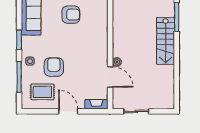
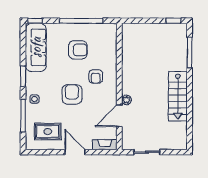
armchair: (88, 40) -> (96, 76), added
stairs: (166, 41) -> (178, 96), moved
armchair: (54, 67) -> (72, 94), moved
door: (110, 77) -> (119, 116), swing flipped

